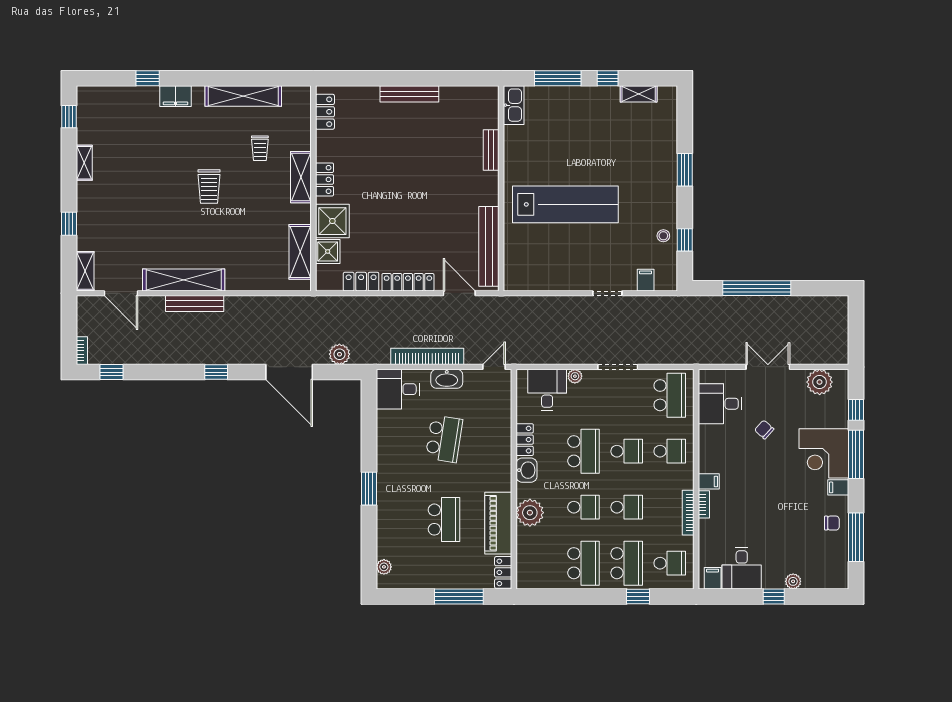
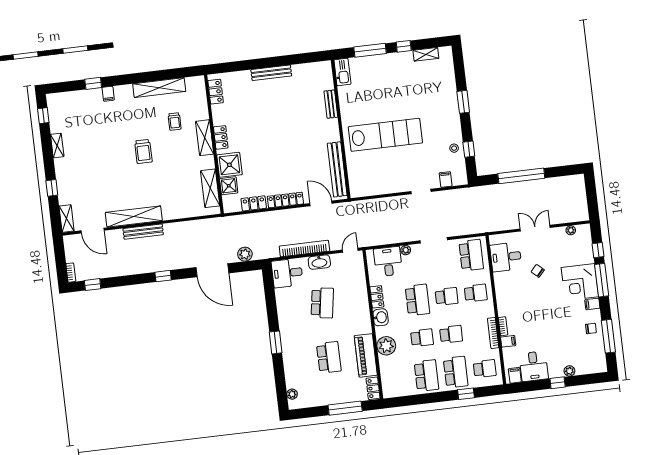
filing cabinet: (175, 96) -> (108, 94), width x0.50
plant: (820, 382) -> (571, 230), width x0.53, depth x0.53
filing cabinet: (709, 481) -> (508, 341), moved

